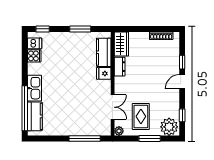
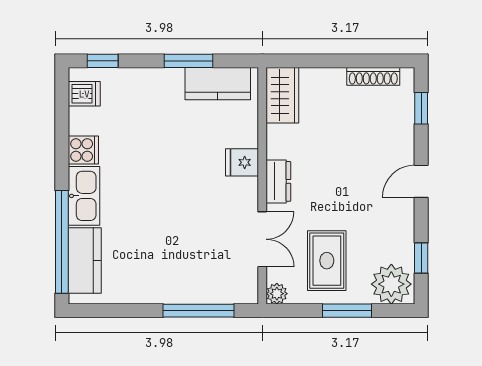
kitchen counter: (104, 52) -> (218, 84), moved, turned -90
cooker: (34, 56) -> (83, 150), moved
window: (182, 62) -> (421, 108), moved
dresser: (120, 67) -> (278, 181), moved

